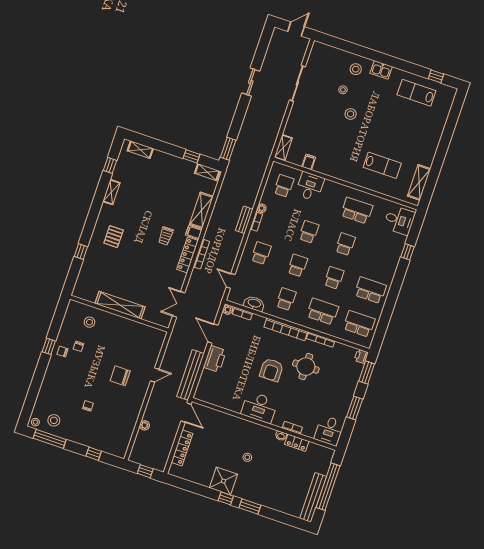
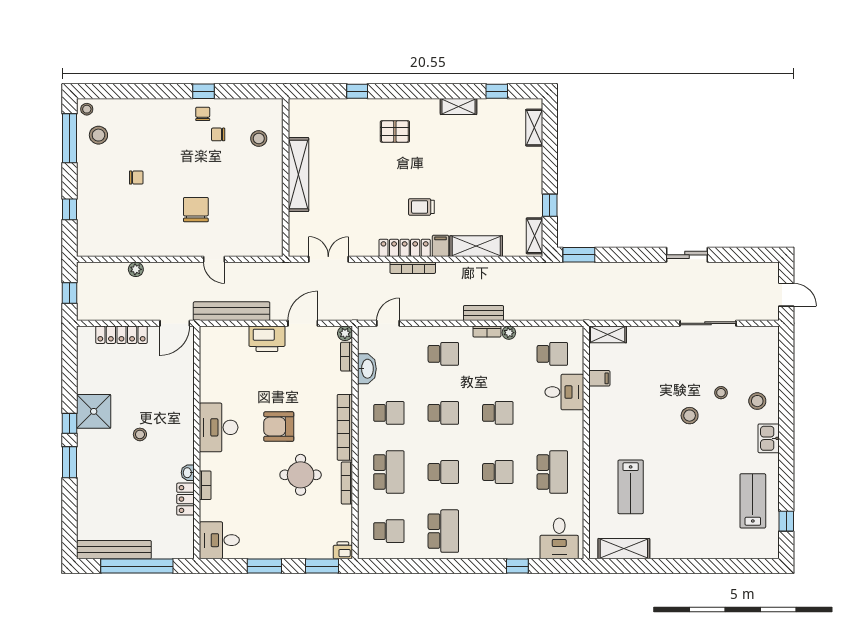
school desk: (359, 324) -> (389, 531), width x0.54

